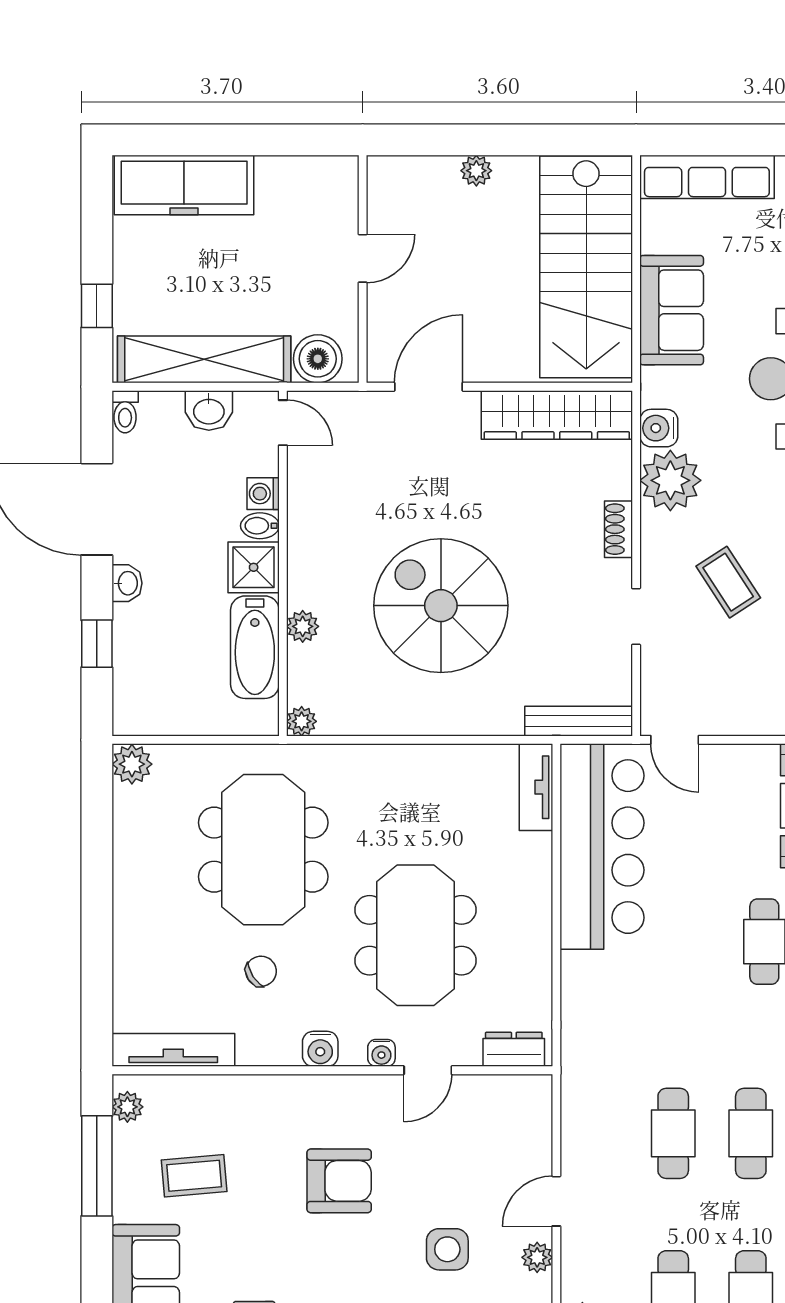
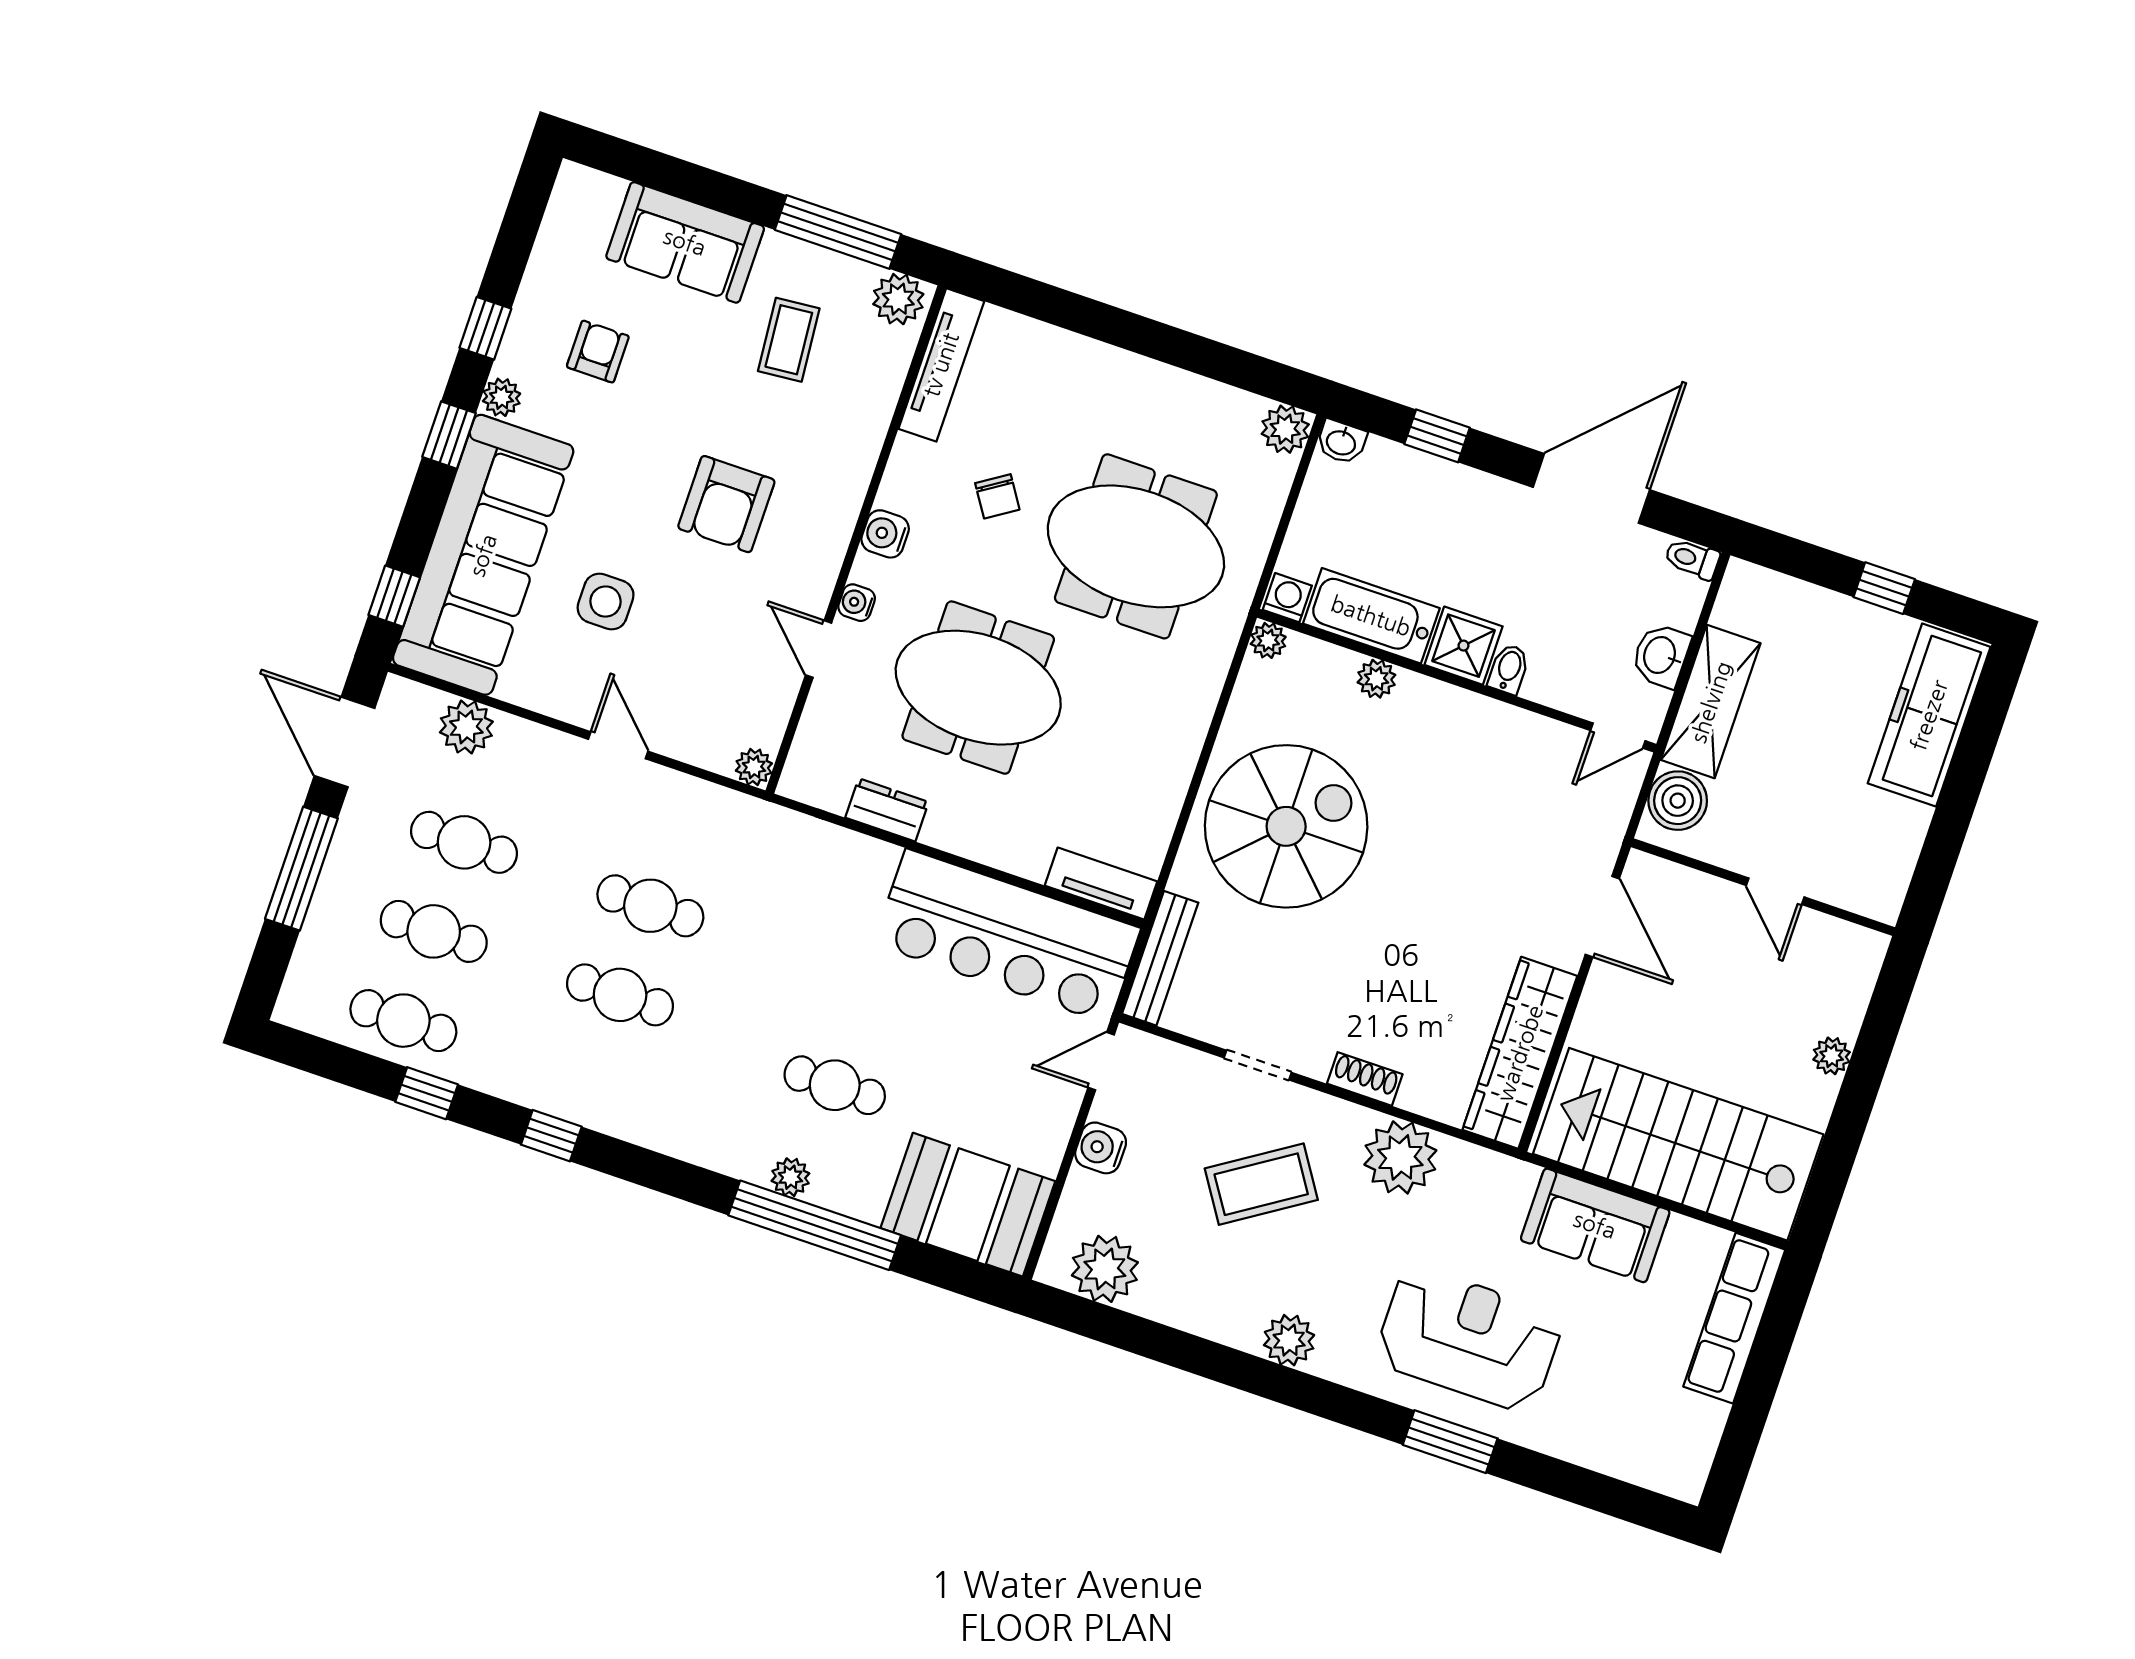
window: (97, 306) -> (1884, 588), moved
shelving: (204, 359) -> (1711, 702), width x0.68
water cooler: (659, 428) -> (1101, 1148), moved, turned -90
washing machine: (263, 494) -> (1287, 598), moved
coffee table: (728, 582) -> (1261, 1184), width x1.36, depth x1.30
washbasin: (127, 583) -> (1341, 442), moved
spiral stairs: (441, 606) -> (1286, 826), moved
dresser: (514, 1049) -> (887, 810), moved, turned -90
plant: (127, 1107) -> (898, 299), width x1.38, depth x1.38
plant: (537, 1257) -> (754, 767), moved

